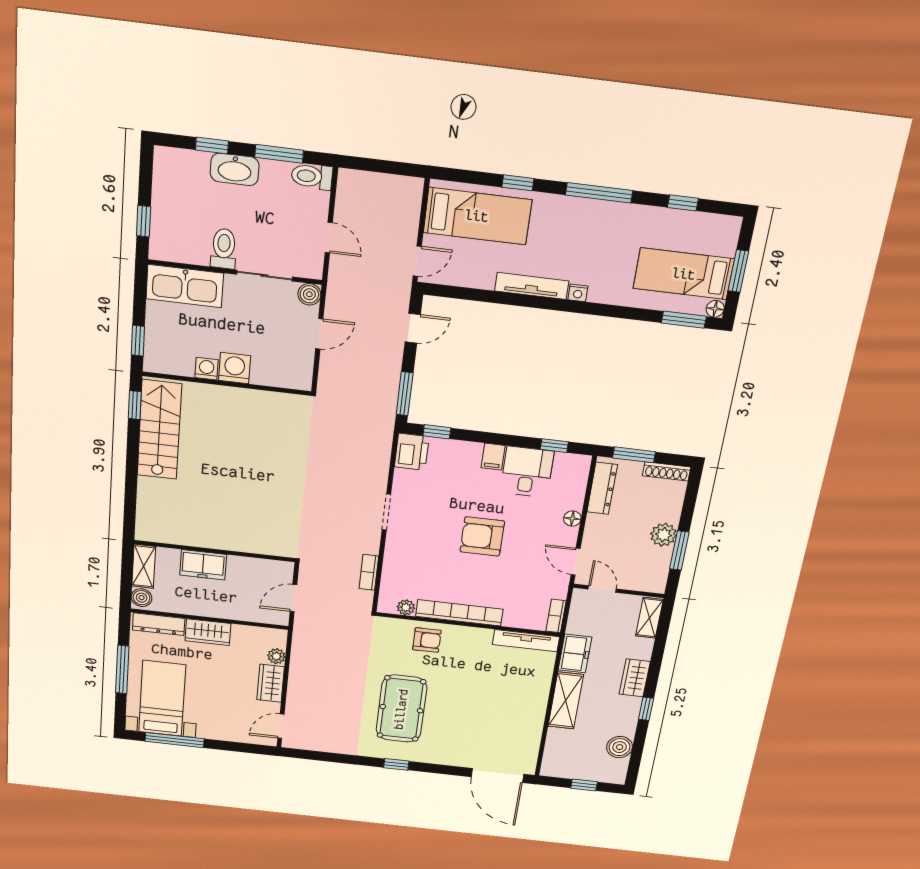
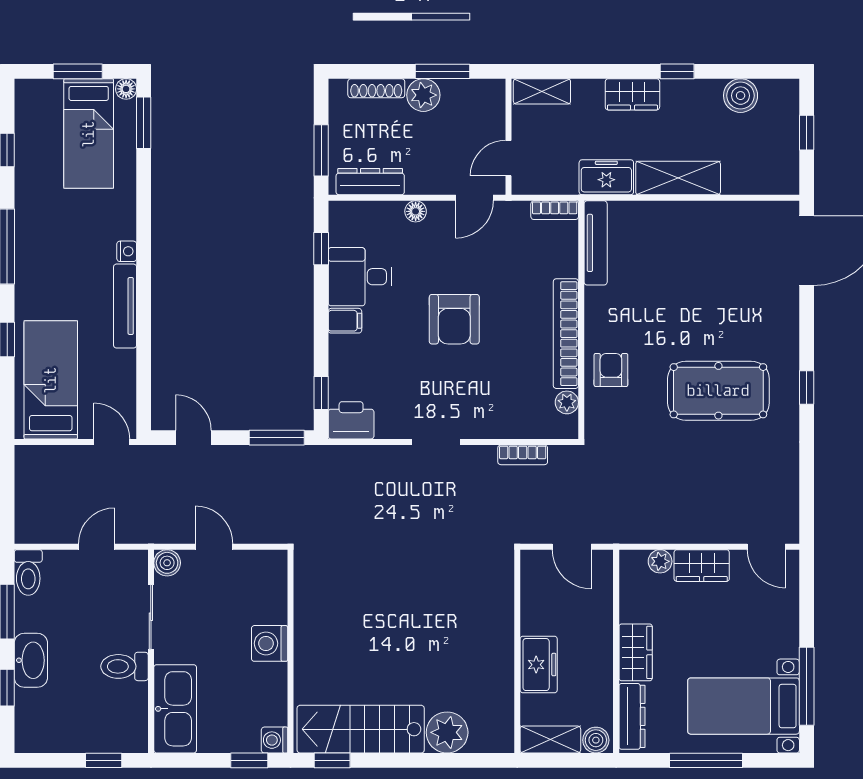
washing machine: (207, 369) -> (275, 740), moved
shoe rack: (667, 471) -> (376, 88), moved, turned 90
plant: (153, 493) -> (447, 732), added

